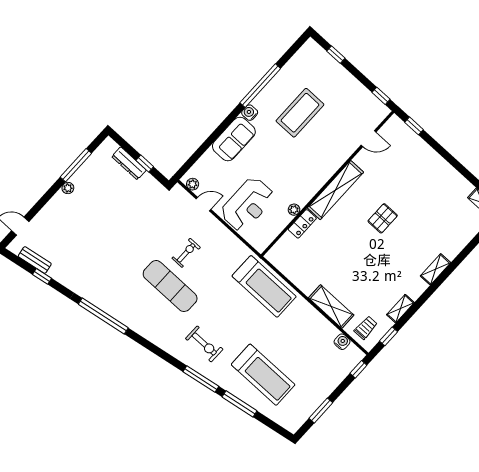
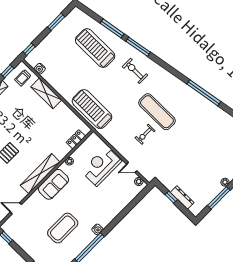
sofa: (234, 139) -> (53, 184), moved, turned 180
locker: (302, 224) -> (76, 139), moved

